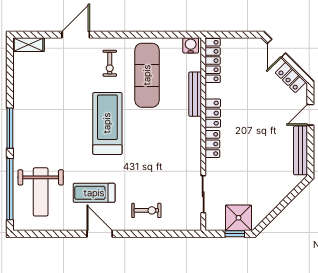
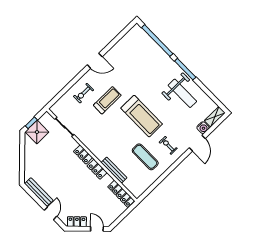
water cooler: (191, 45) -> (203, 128), moved
exercise mat: (147, 75) -> (145, 157), width x0.73, depth x0.69
weight bench: (41, 192) -> (182, 93), moved, turned 180
treadmill: (94, 193) -> (107, 100), moved

